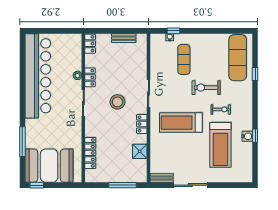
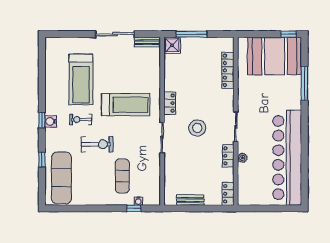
water cooler: (247, 136) -> (51, 121), moved
window: (255, 136) -> (42, 120), moved
treadmill: (220, 145) -> (81, 79), turned 180
shower: (140, 151) -> (172, 45), moved

